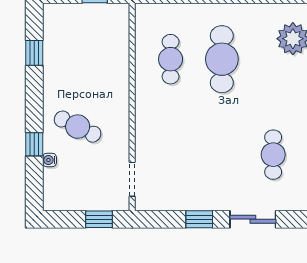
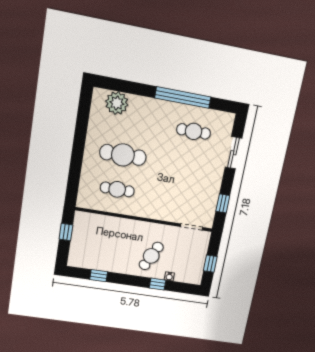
window: (99, 219) -> (210, 264), moved
window: (199, 219) -> (223, 203), moved

